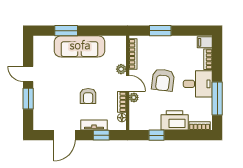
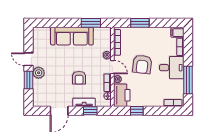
window: (66, 31) -> (91, 23), moved
plant: (40, 90) -> (39, 73), added
printer: (175, 120) -> (122, 95), moved, turned 90

